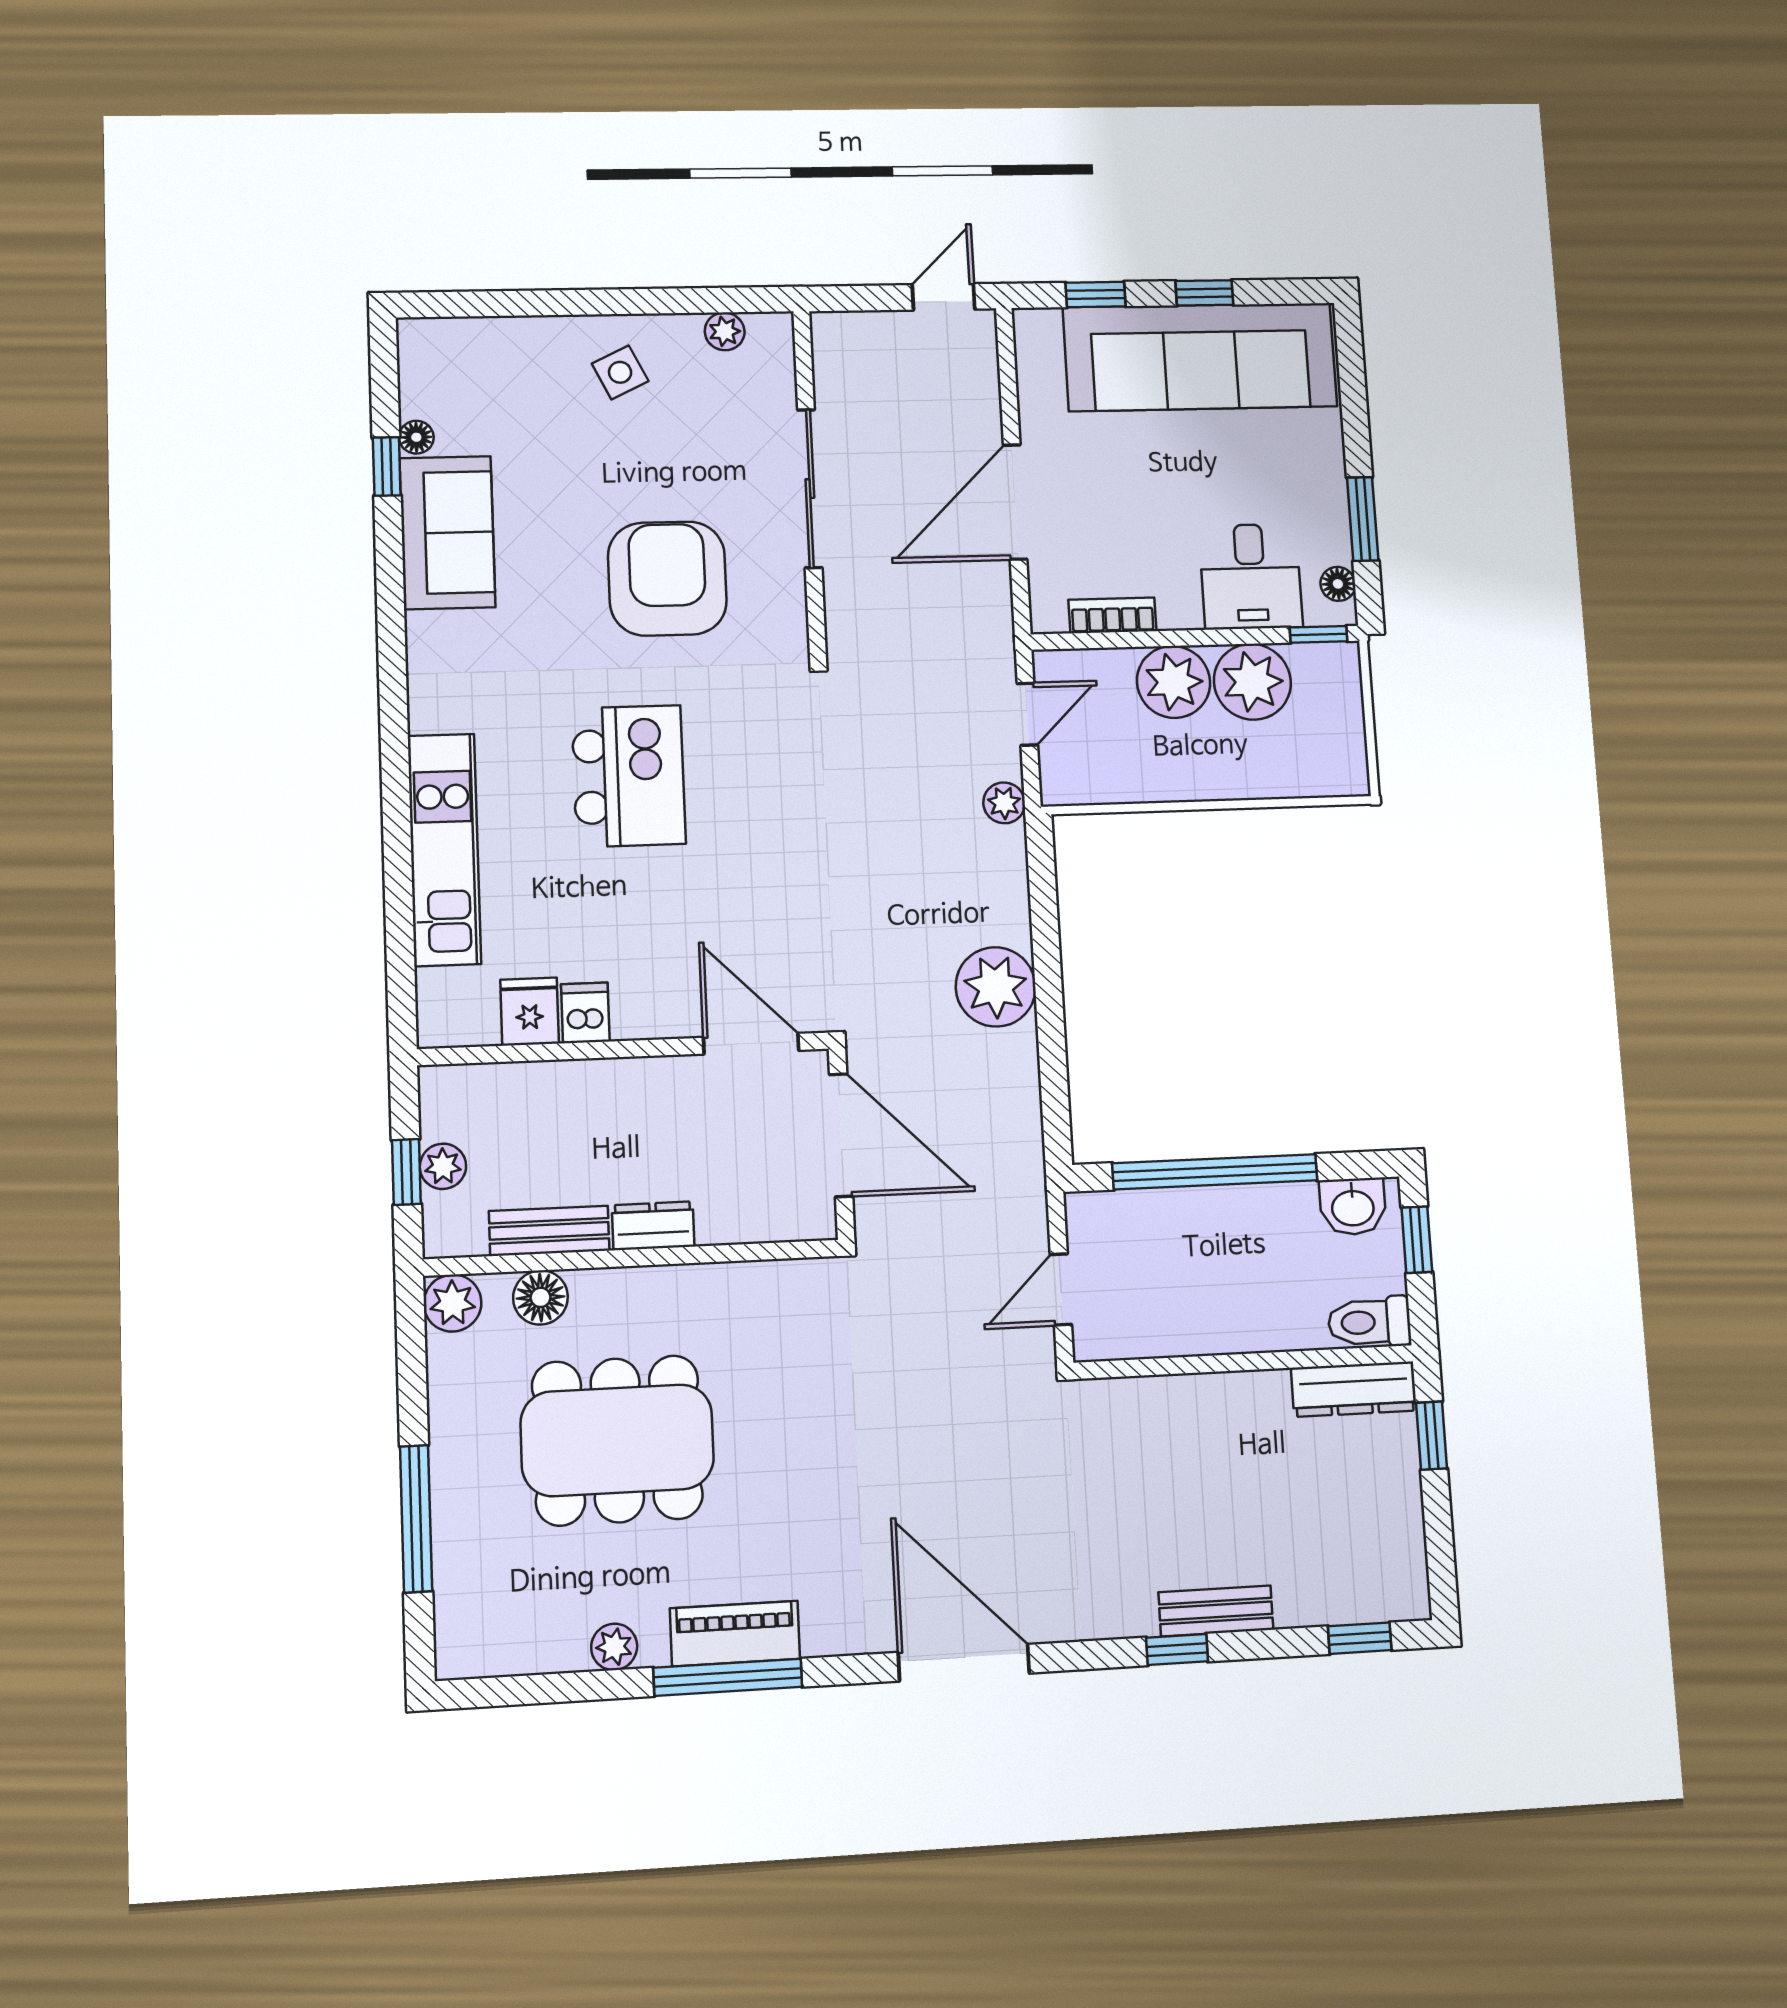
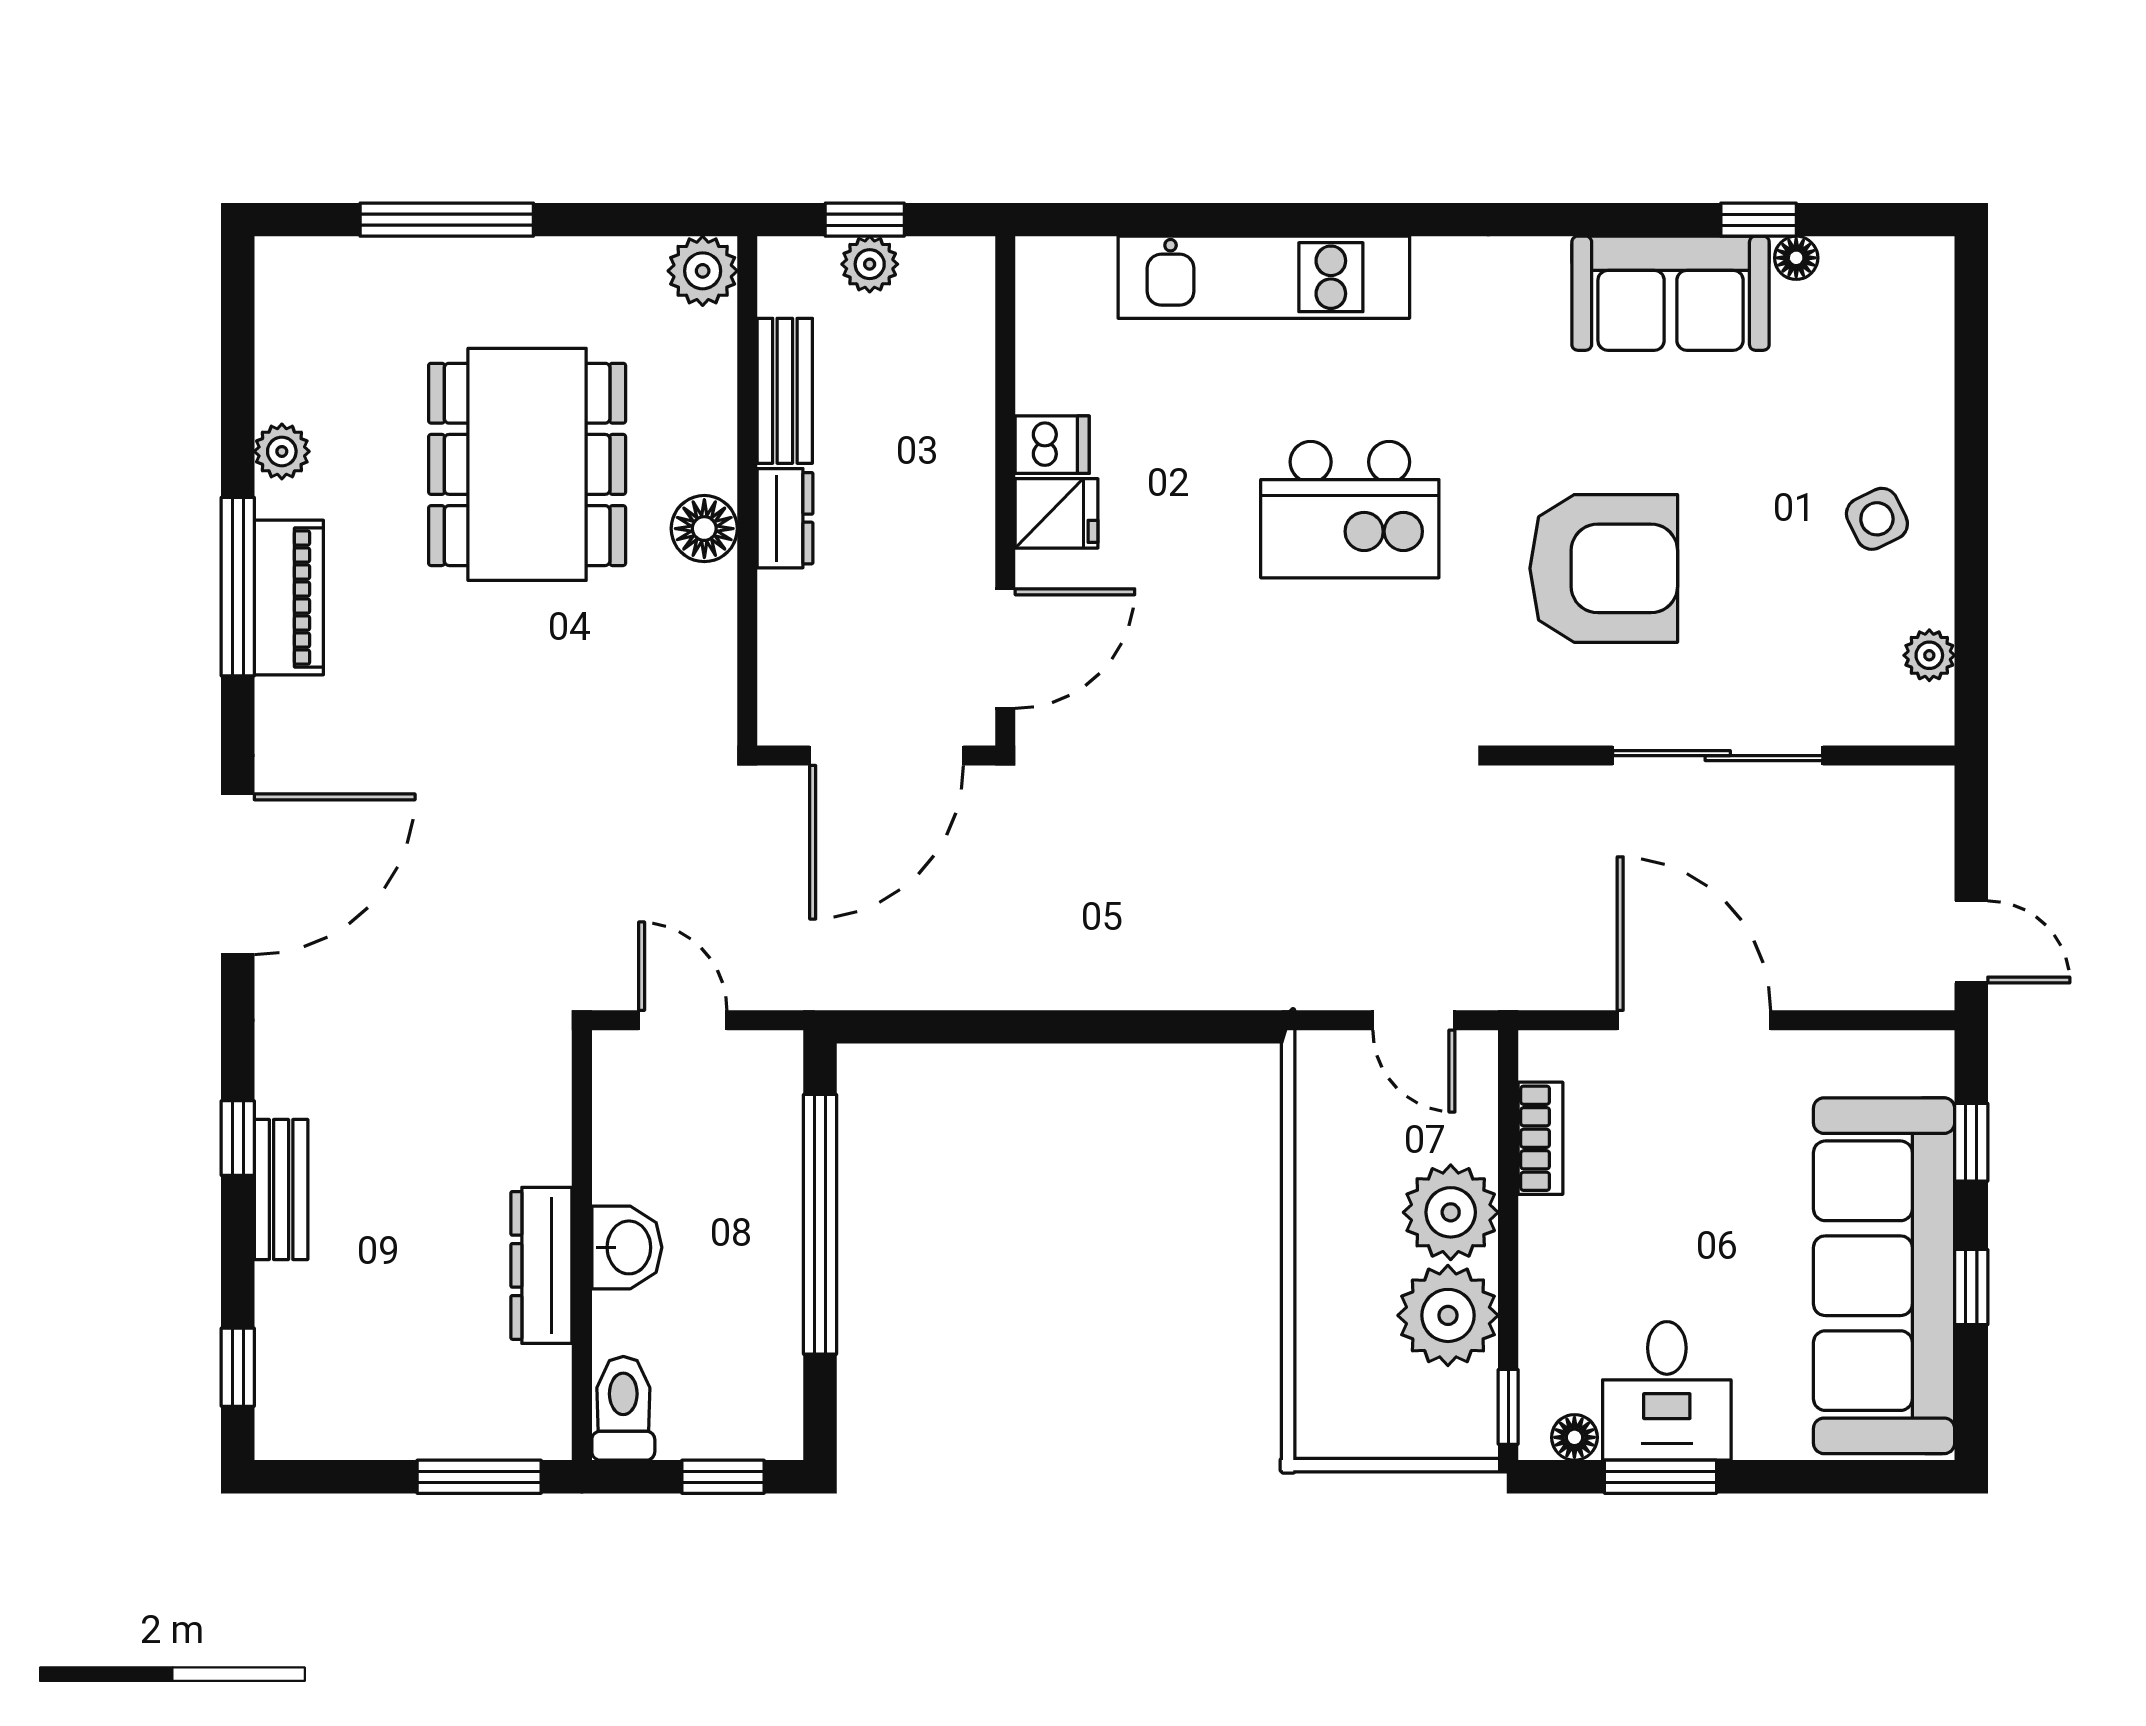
desk: (1251, 576) -> (1667, 1391), moved, turned -90
plant: (1004, 803) -> (1300, 984), removed
plant: (996, 987) -> (1065, 960), removed
fridge: (530, 1012) -> (1057, 513), moved
washbasin: (1353, 1207) -> (627, 1247), moved, turned 180
floor lamp: (540, 1297) -> (704, 529), moved
dresser: (1354, 1389) -> (541, 1265), moved
window: (1431, 1436) -> (479, 1477), width x1.50

